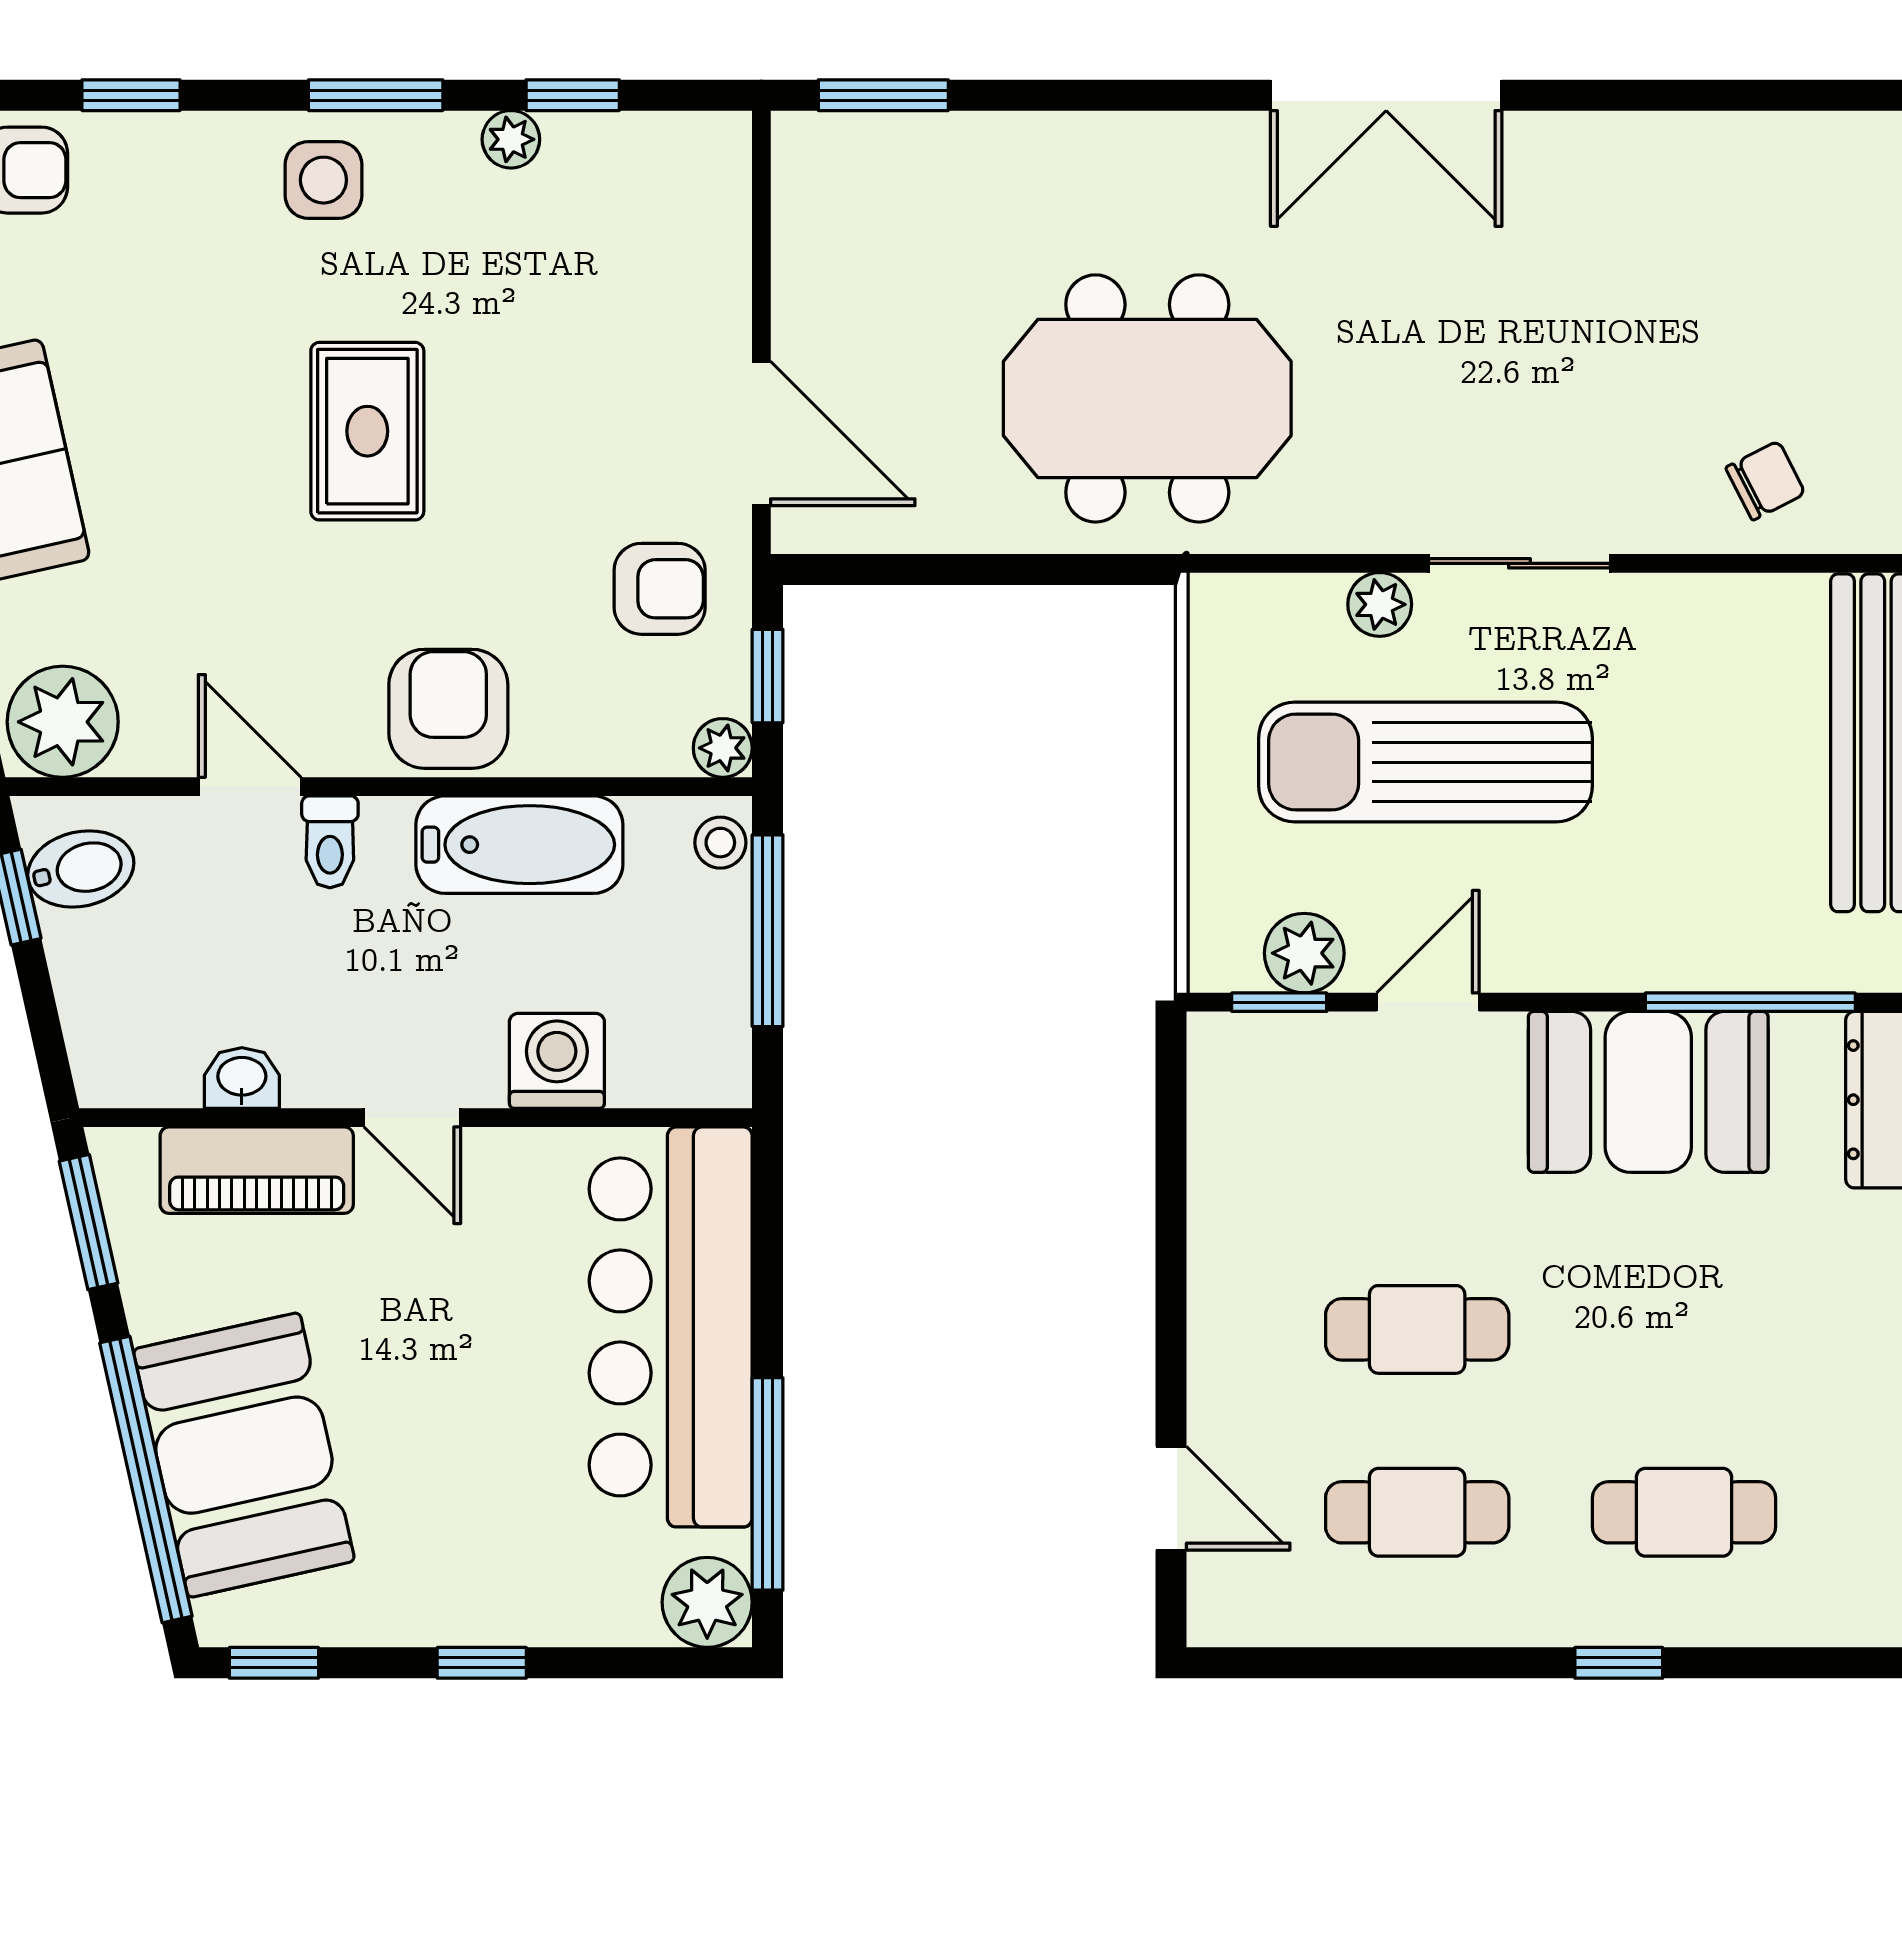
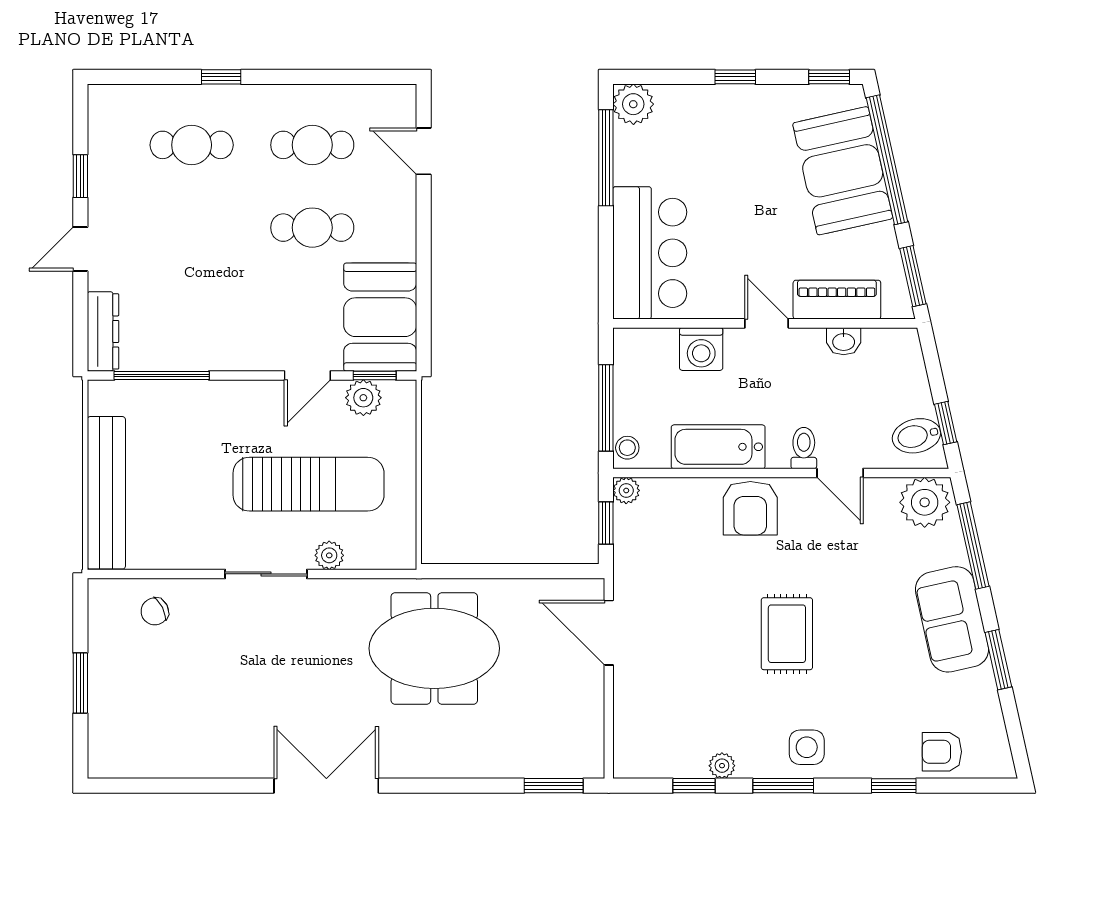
armchair: (660, 589) -> (655, 562), removed
booth: (1648, 1092) -> (380, 317), moved, turned 90
bar counter: (671, 1327) -> (650, 253), width x0.73

